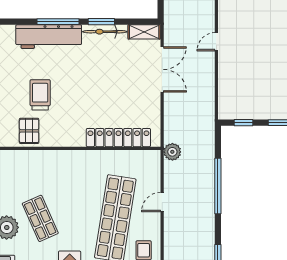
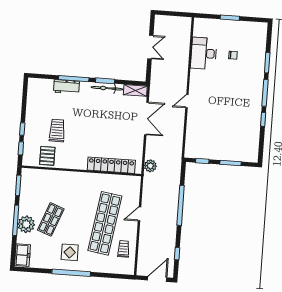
workbench: (49, 37) -> (66, 87), width x0.53, depth x0.76
plant: (172, 152) -> (150, 166), moved
shop shelf: (40, 218) -> (51, 219), turned 45

